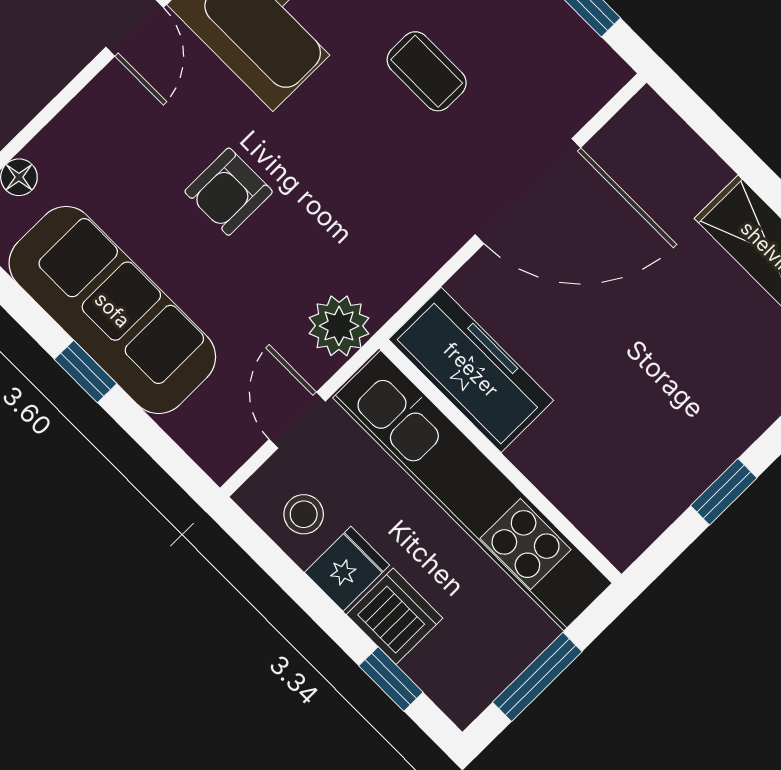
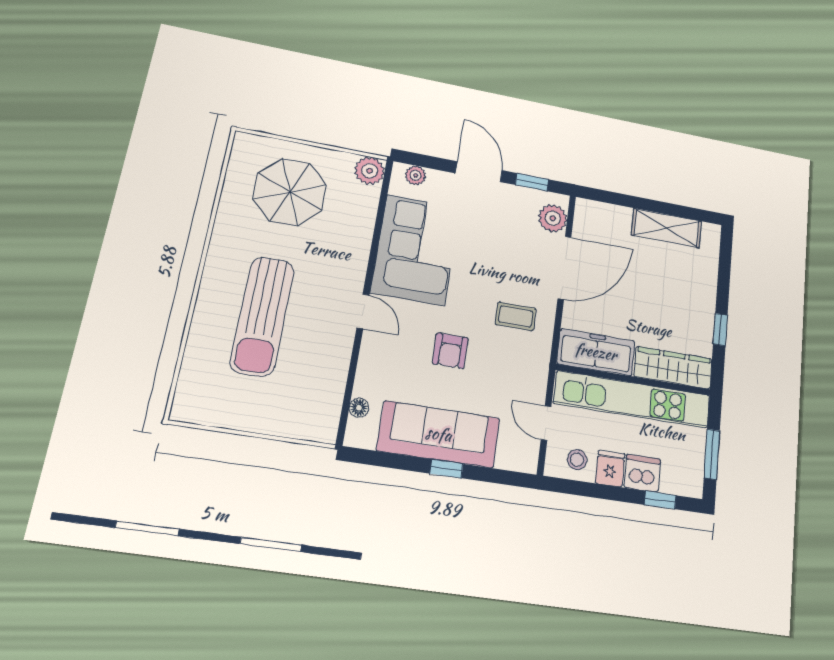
coffee table: (427, 71) -> (516, 316), moved
plant: (339, 326) -> (553, 218), moved
wardrobe: (586, 492) -> (673, 368), added

